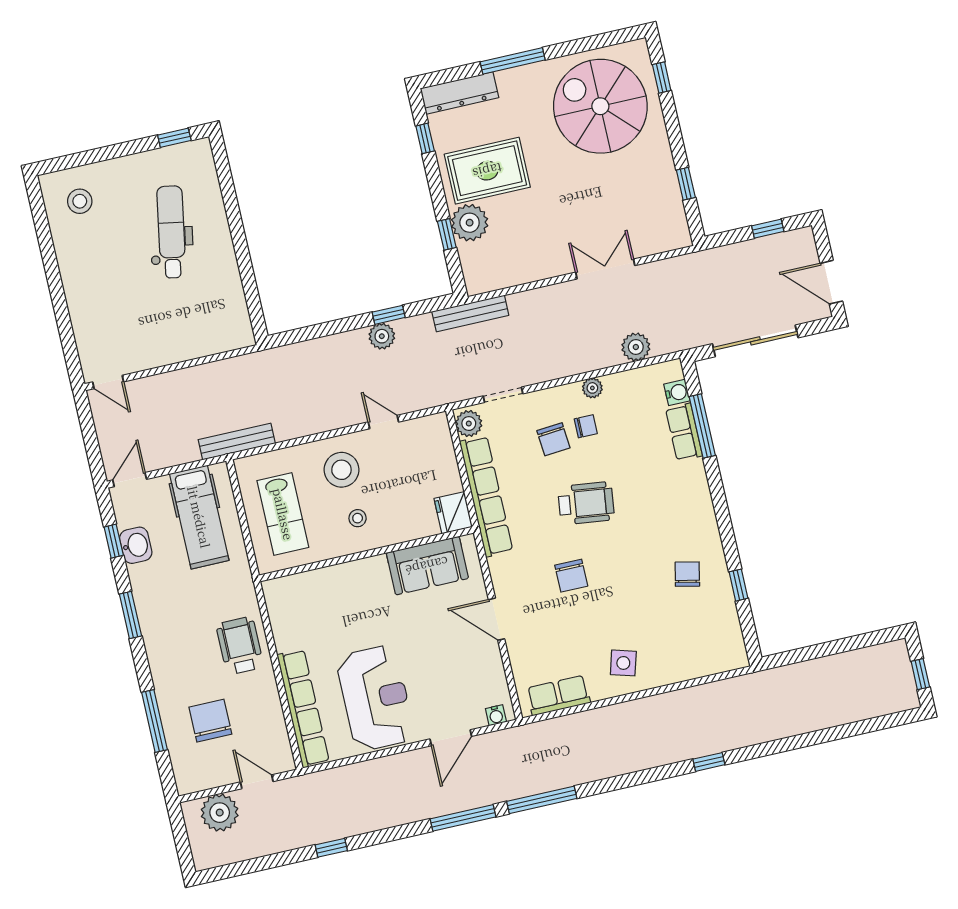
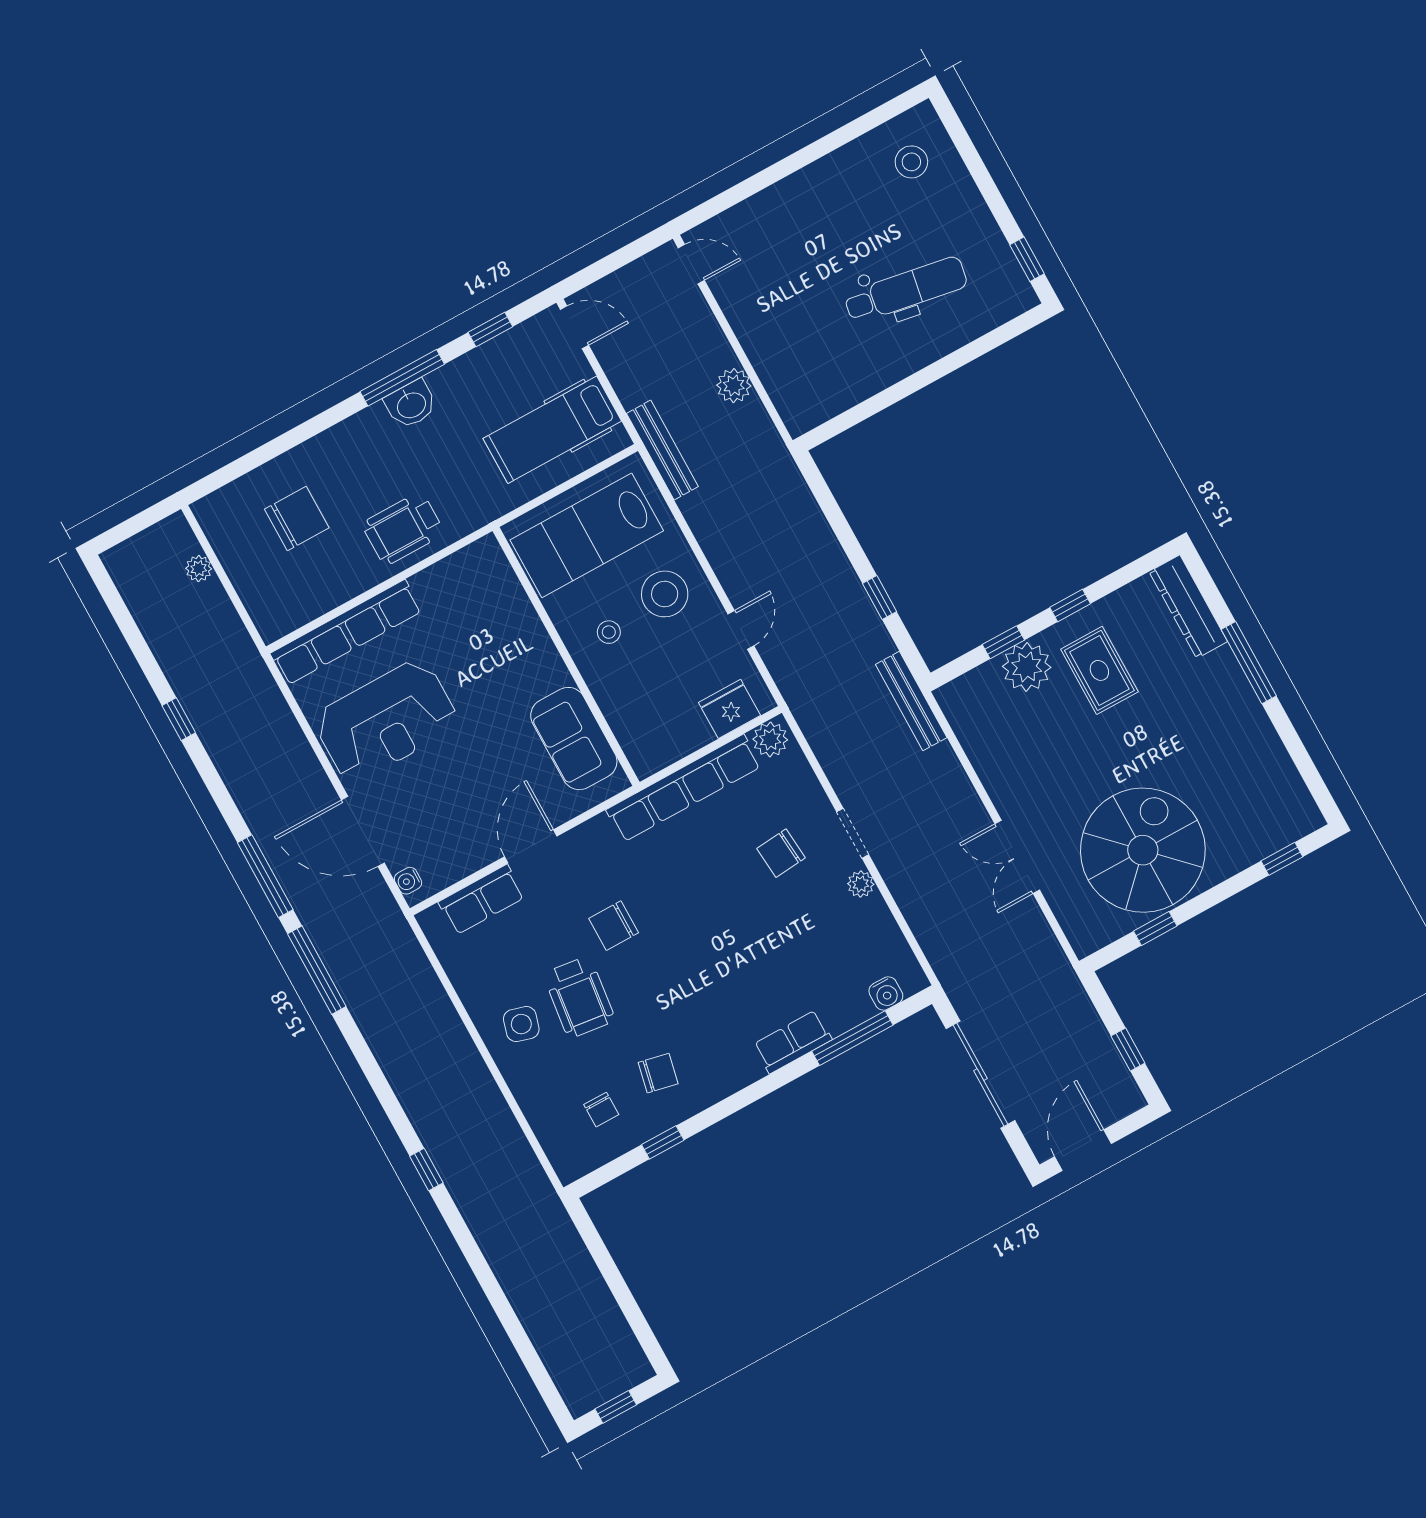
spiral stairs: (600, 106) -> (1143, 850), moved
window: (425, 138) -> (1070, 606), moved
rug: (487, 171) -> (1099, 670), width x0.73, depth x0.70
double door: (605, 269) -> (1017, 857), swing flipped
plant: (382, 336) -> (734, 386), moved
plant: (636, 347) -> (929, 924), removed
door: (108, 382) -> (691, 264), swing flipped
doorway: (503, 395) -> (853, 833), moved
chair: (586, 426) -> (601, 1110), moved
row of seats: (684, 432) -> (793, 1042), moved
wheelchair: (586, 503) -> (579, 997), moved
fridge: (453, 513) -> (729, 709), moved
lab bench: (283, 514) -> (587, 535), width x1.36, depth x1.39
washbasin: (136, 545) -> (411, 404), moved
window: (130, 615) -> (402, 378), width x1.44
wheelchair: (240, 646) -> (403, 529), turned 180
row of seats: (558, 695) -> (482, 900), moved, turned 90
window: (155, 721) -> (276, 447), removed
door: (451, 738) -> (363, 831), width x1.36
door: (257, 782) -> (236, 600), removed
plant: (220, 813) -> (199, 569), width x0.53, depth x0.53

